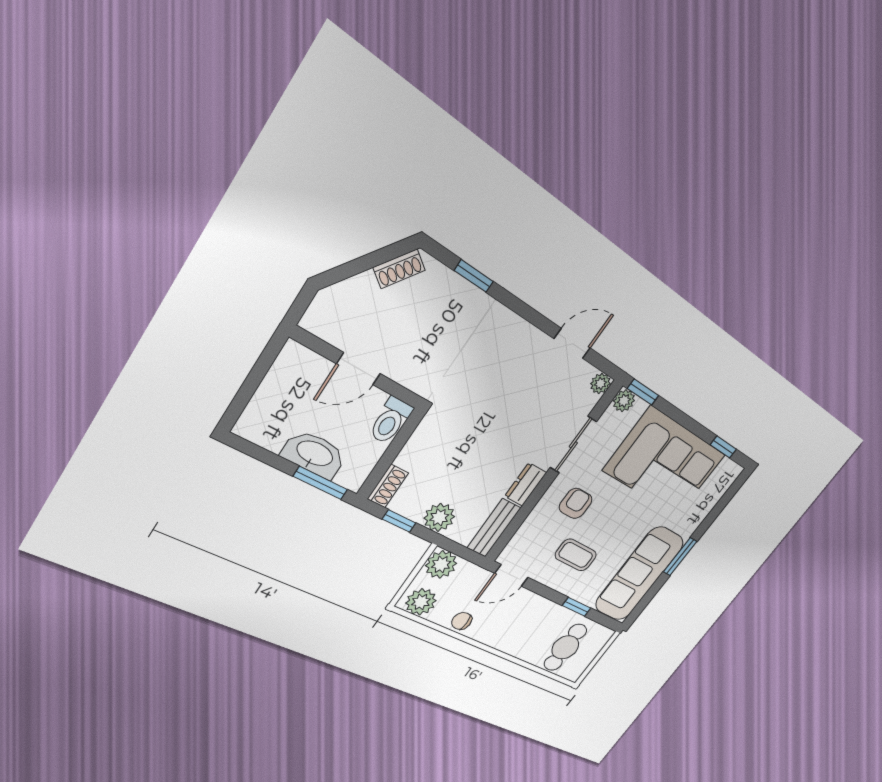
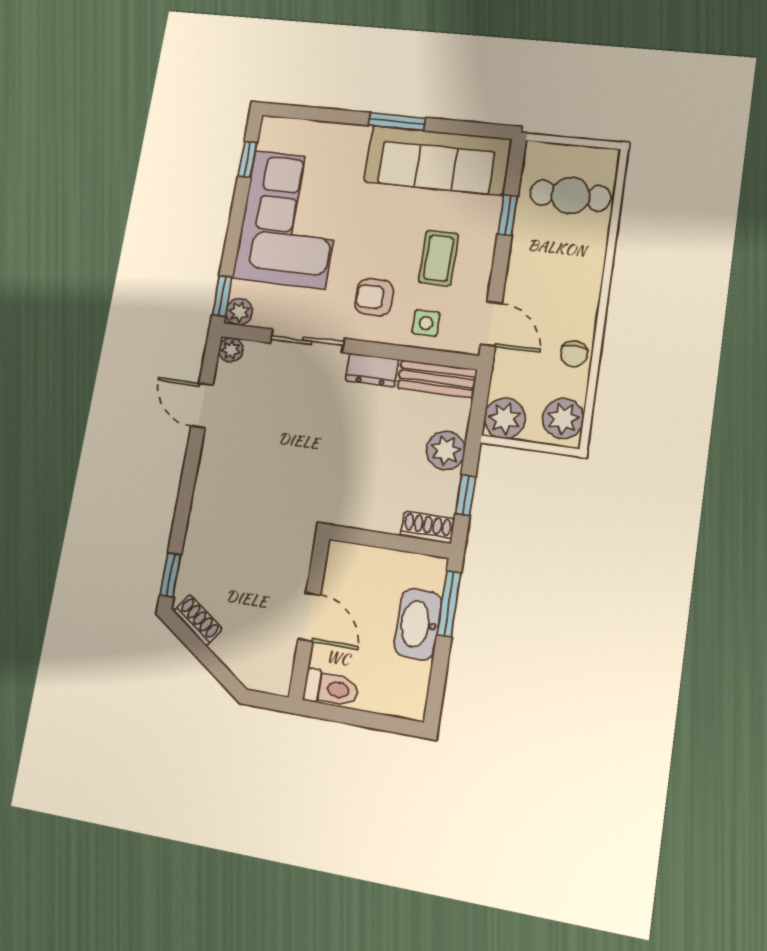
window: (474, 276) -> (171, 575), moved
toilet: (390, 421) -> (331, 688), moved
side table: (537, 533) -> (426, 323), added

